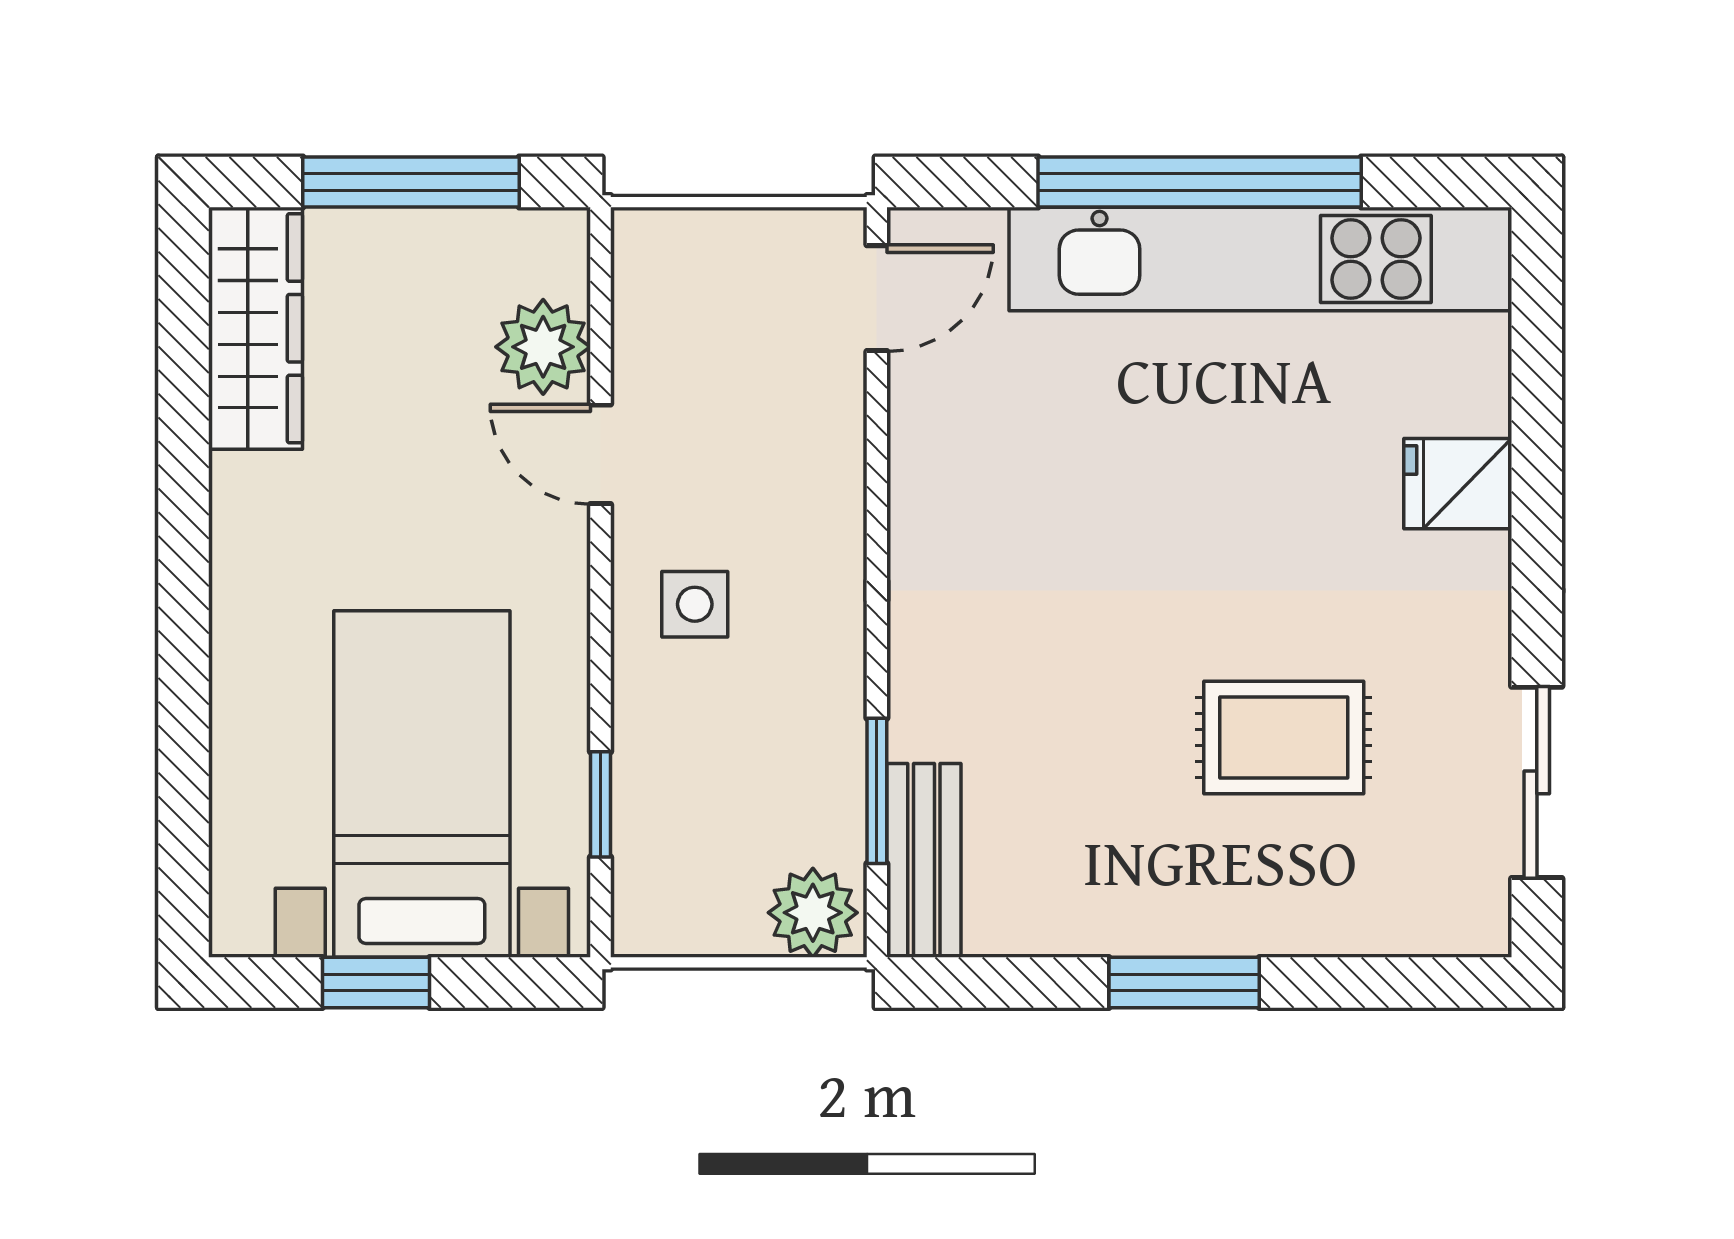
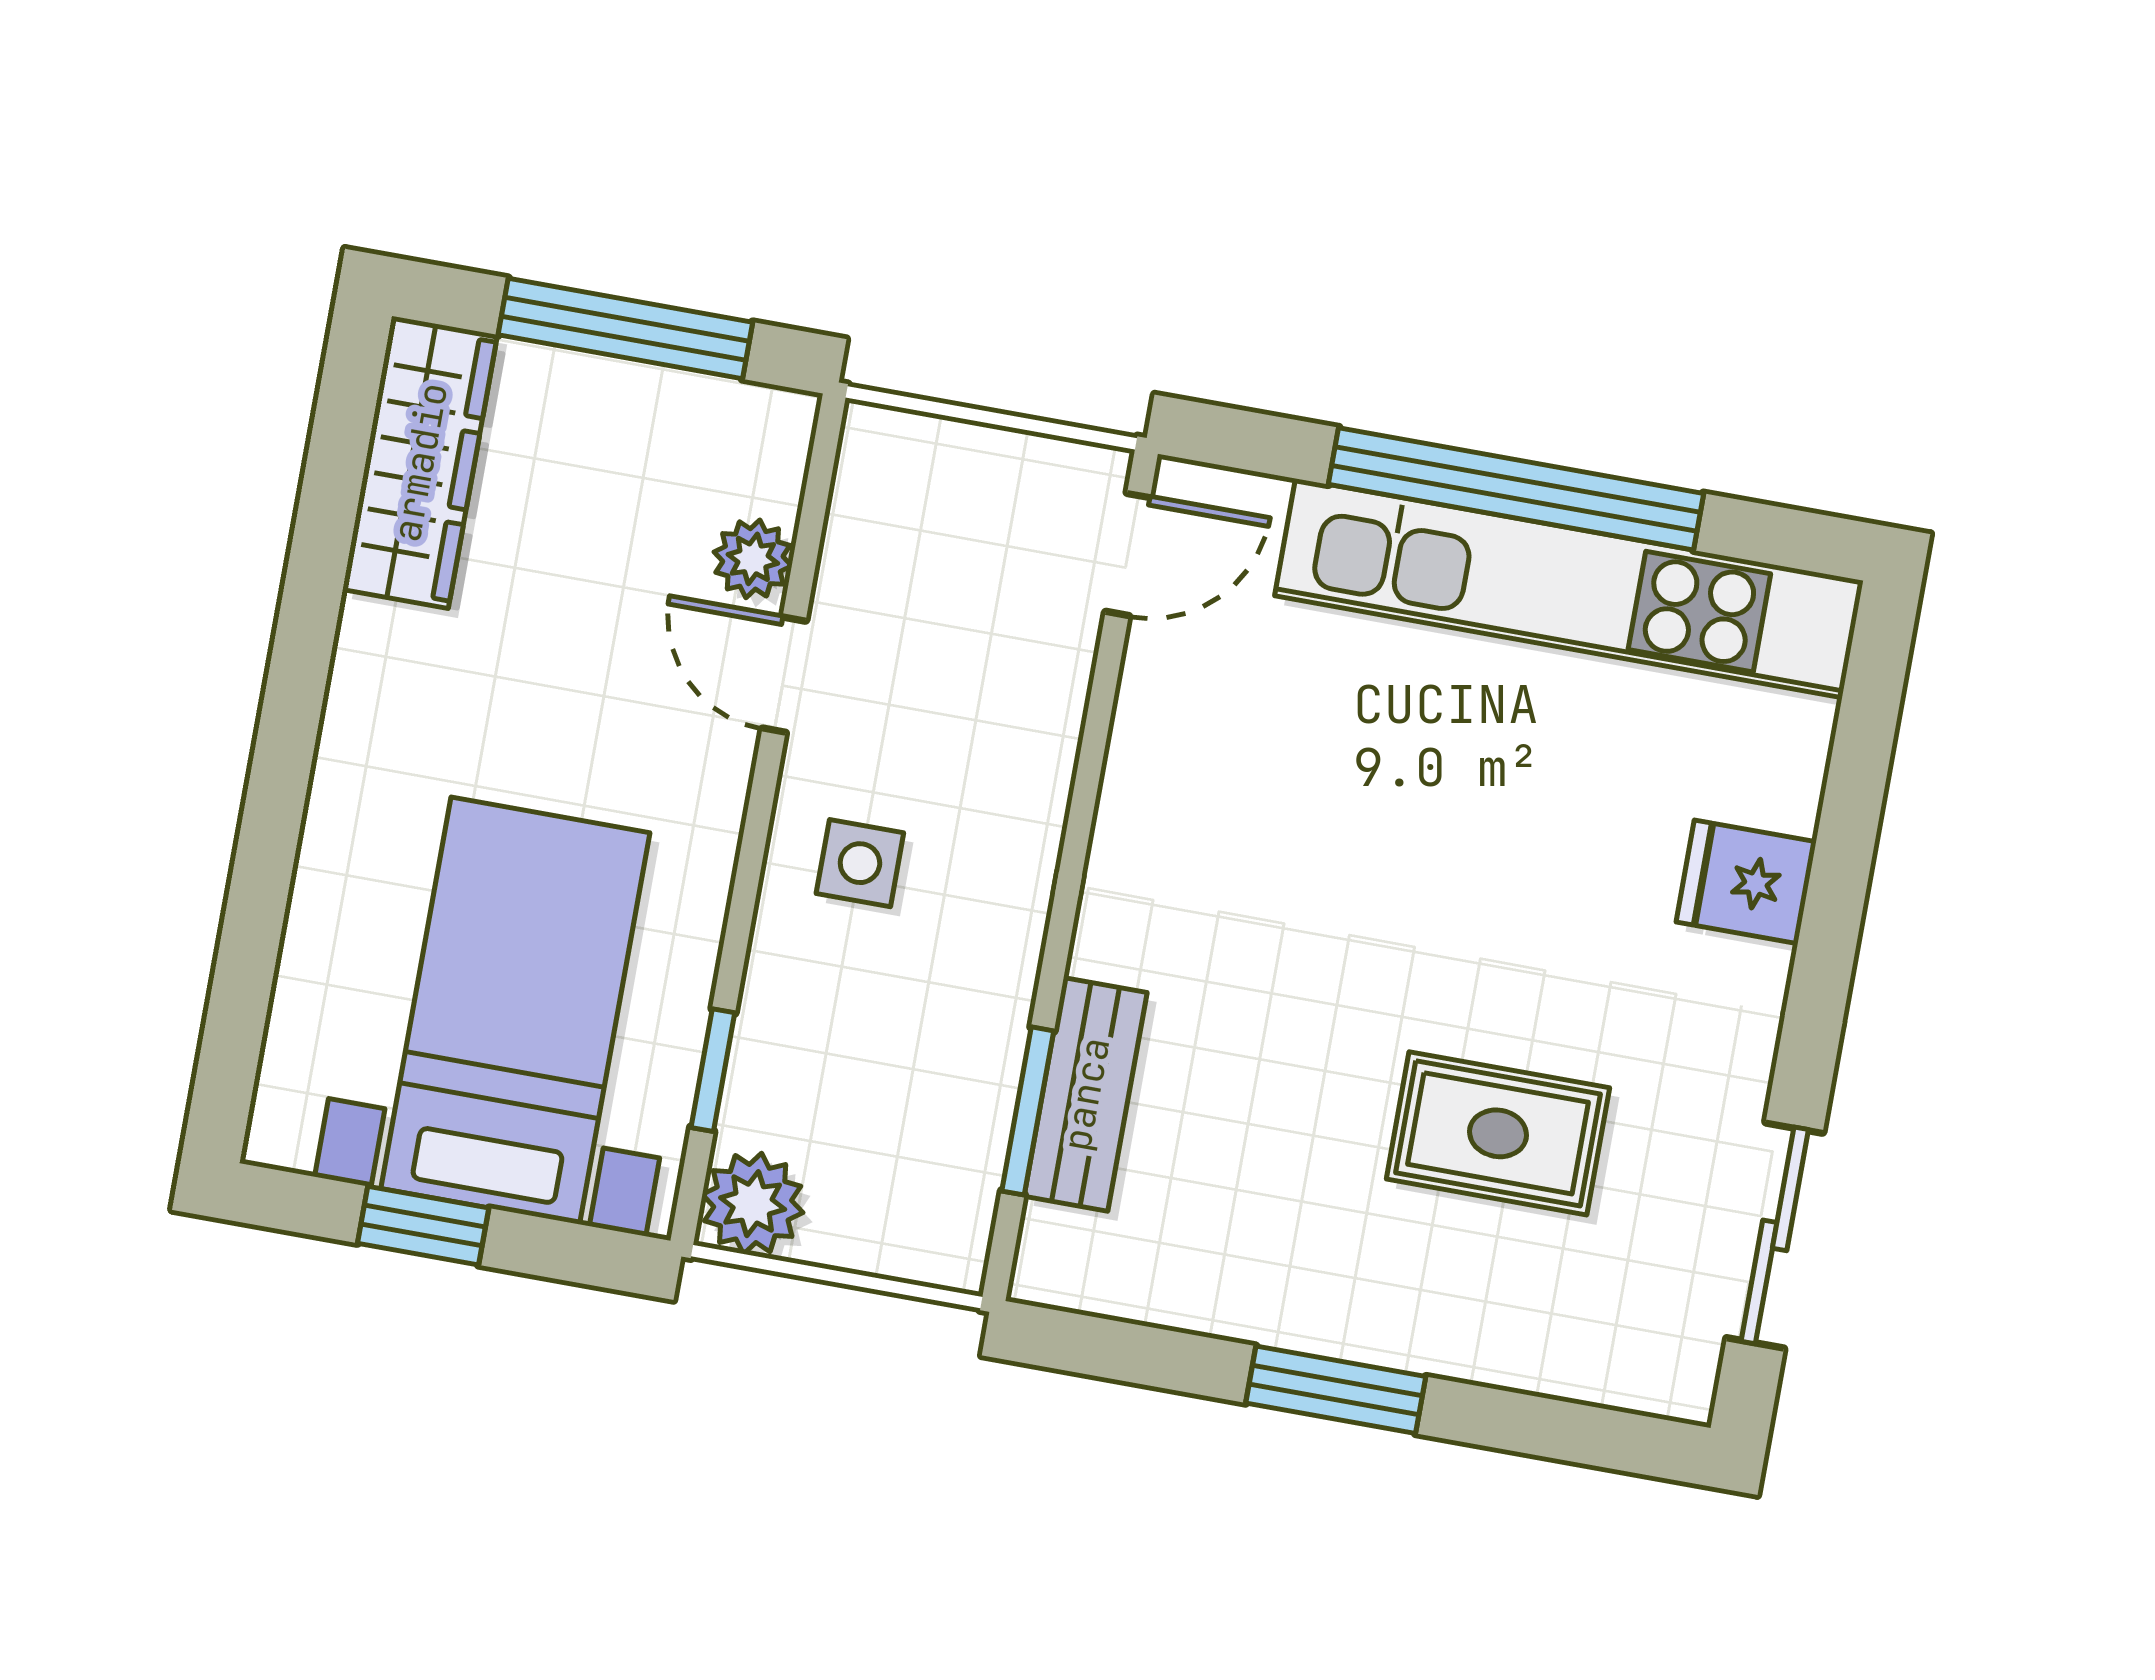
plant: (543, 347) -> (753, 559), width x0.73, depth x0.73
bench: (924, 860) -> (1086, 1094), moved
plant: (813, 913) -> (753, 1204), moved

